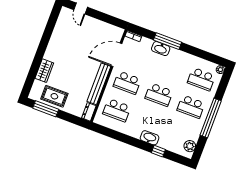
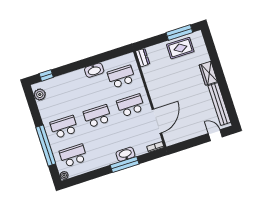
wardrobe: (44, 71) -> (208, 73), moved
bench: (99, 84) -> (219, 104), moved
window: (211, 118) -> (46, 145), moved
washbasin: (150, 138) -> (94, 70), moved
window: (158, 151) -> (46, 75), moved

